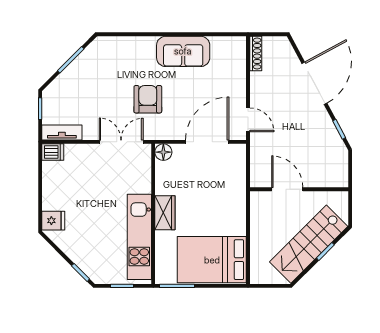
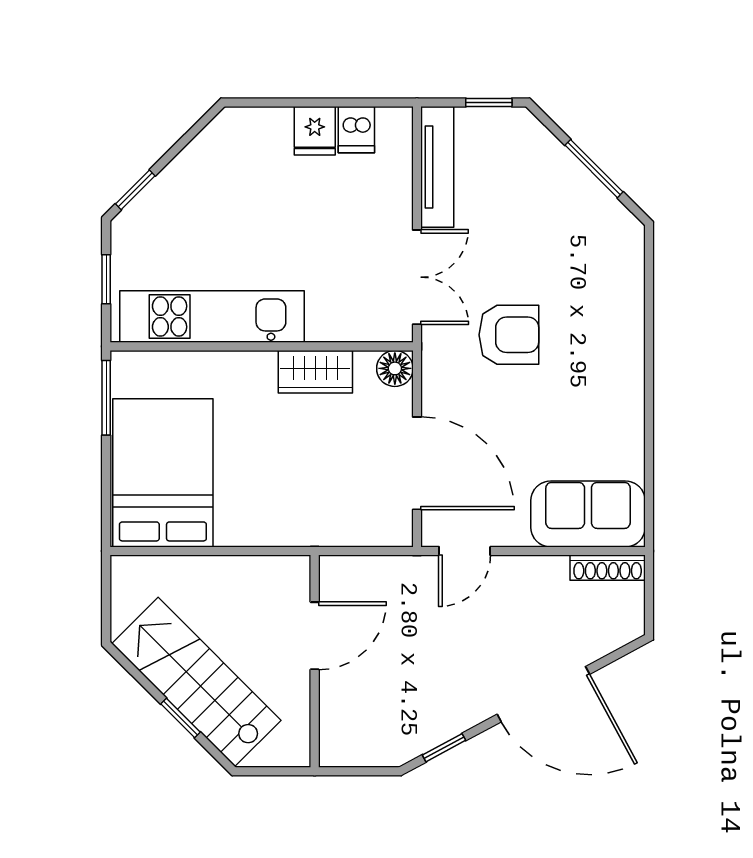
sofa: (183, 51) -> (588, 514), moved, turned 90
tv unit: (62, 132) -> (437, 167), width x1.41
dishwasher: (53, 152) -> (356, 130), moved
wardrobe: (165, 213) -> (315, 372), moved
fridge: (53, 221) -> (315, 131), moved

